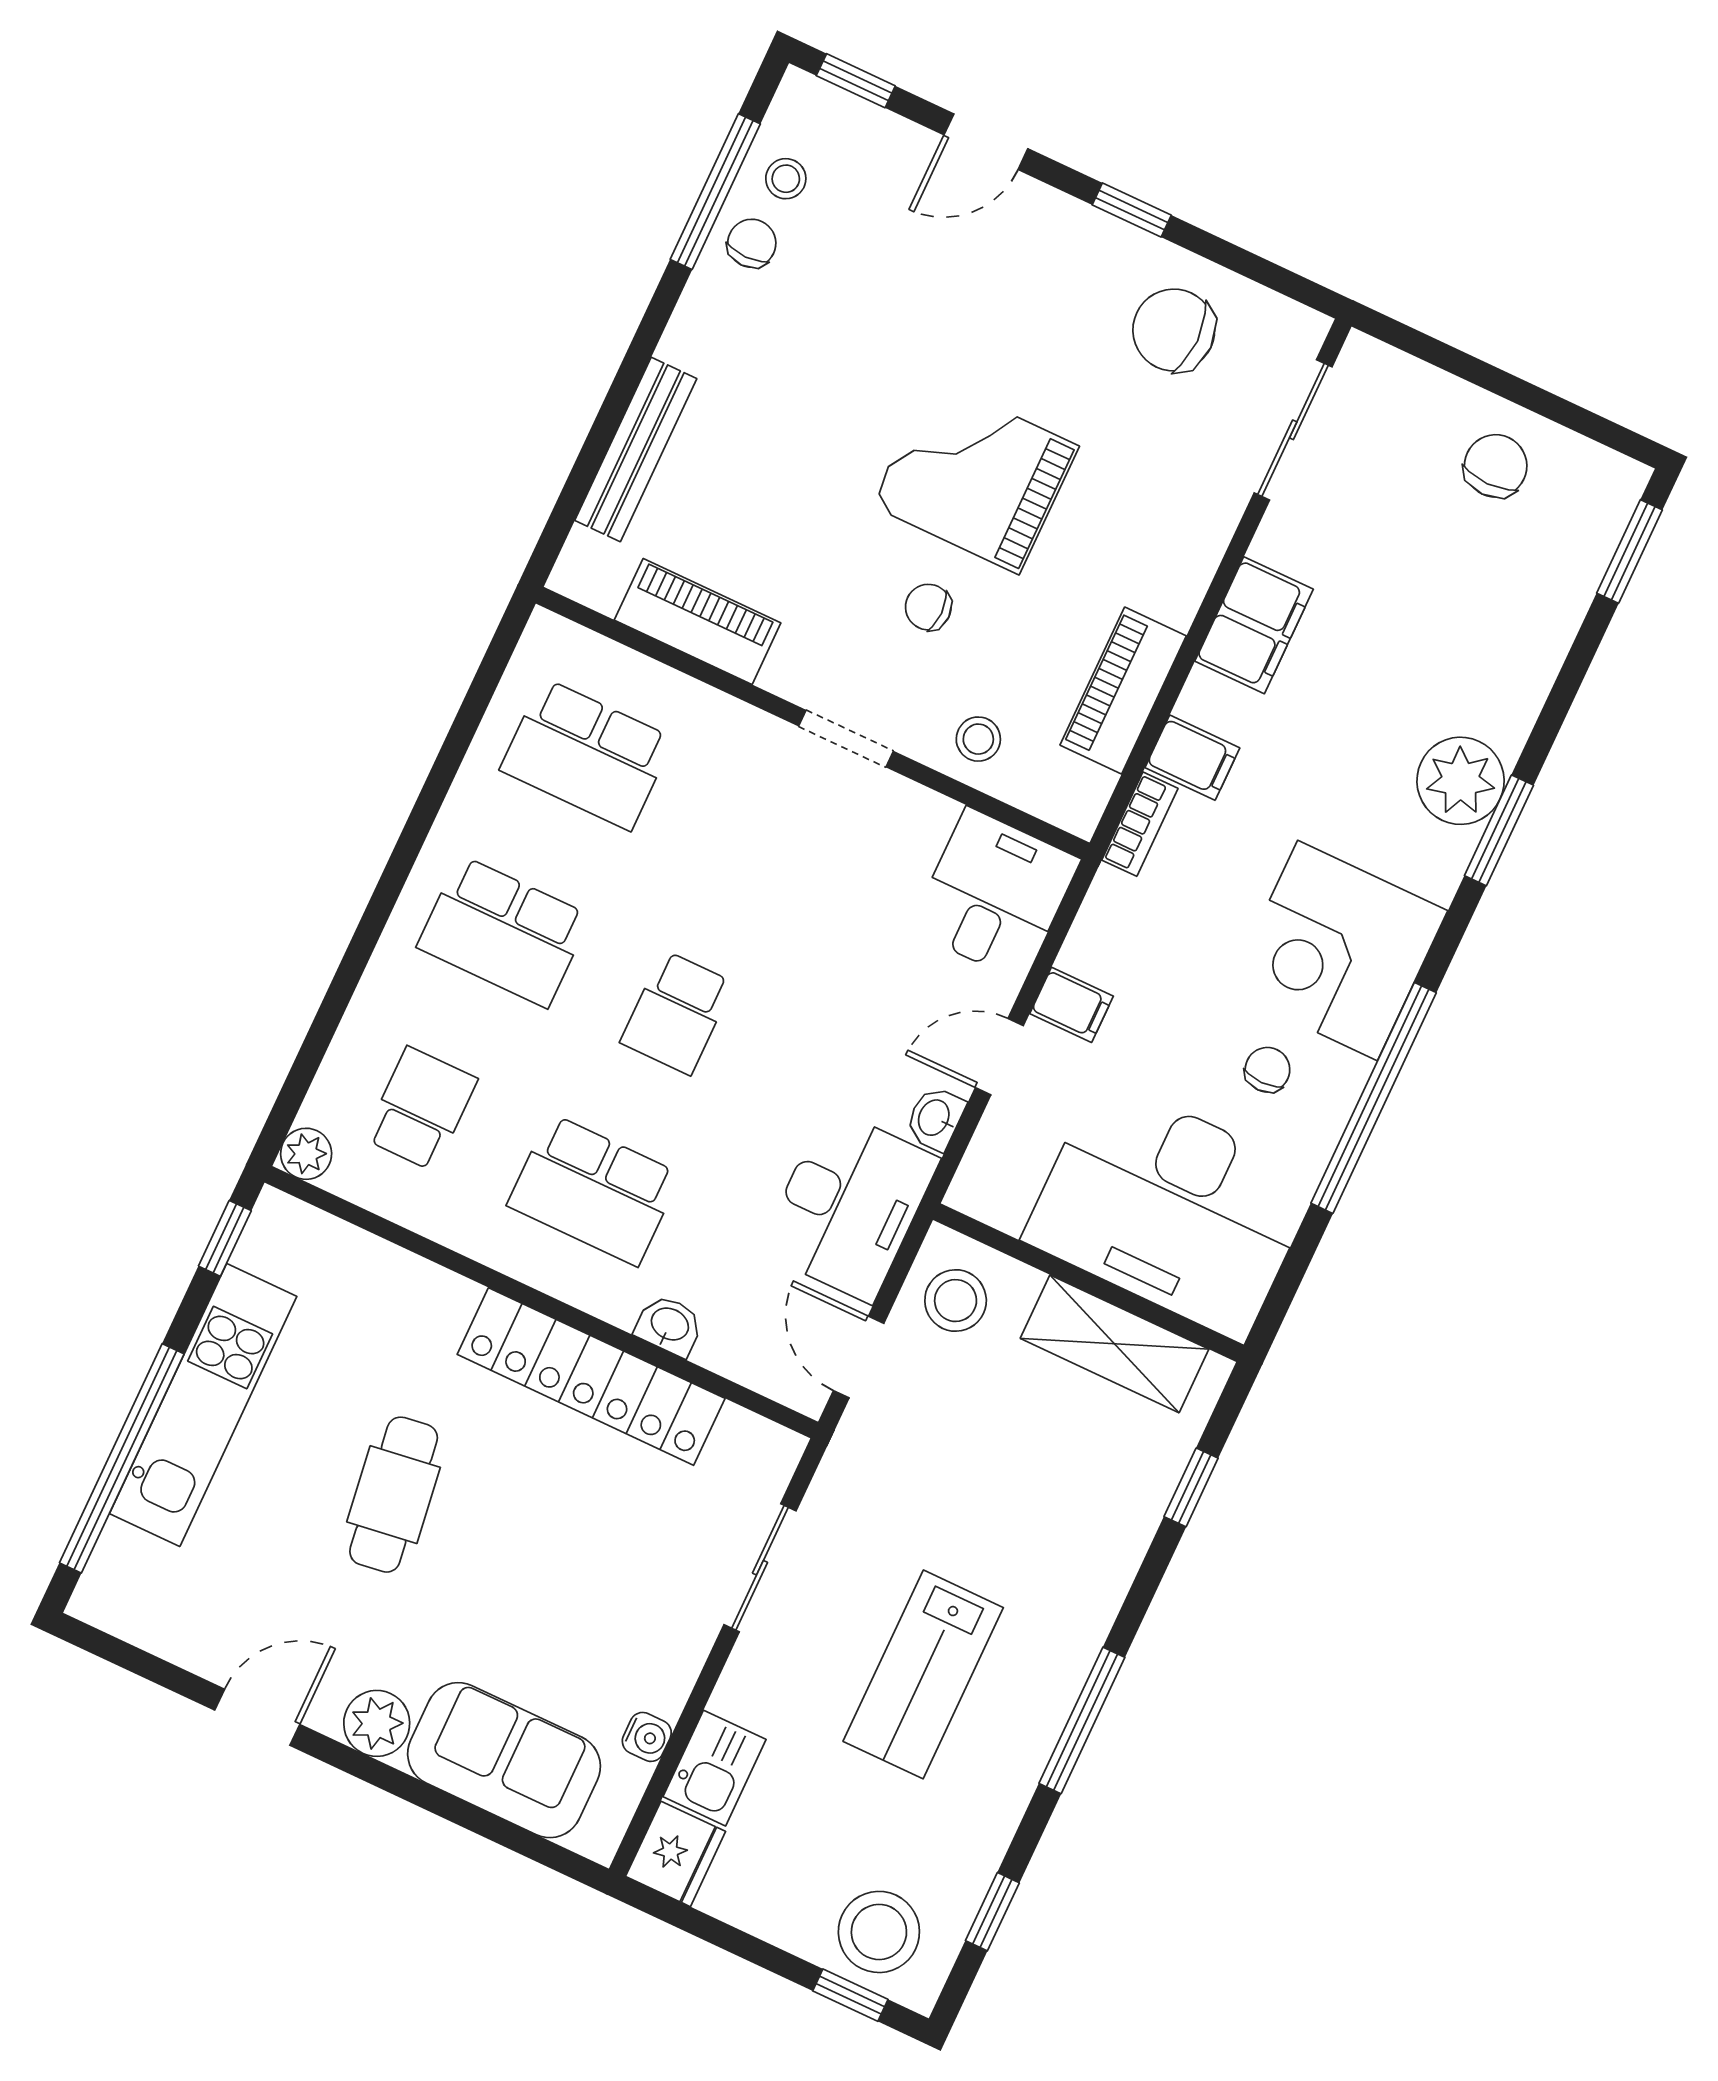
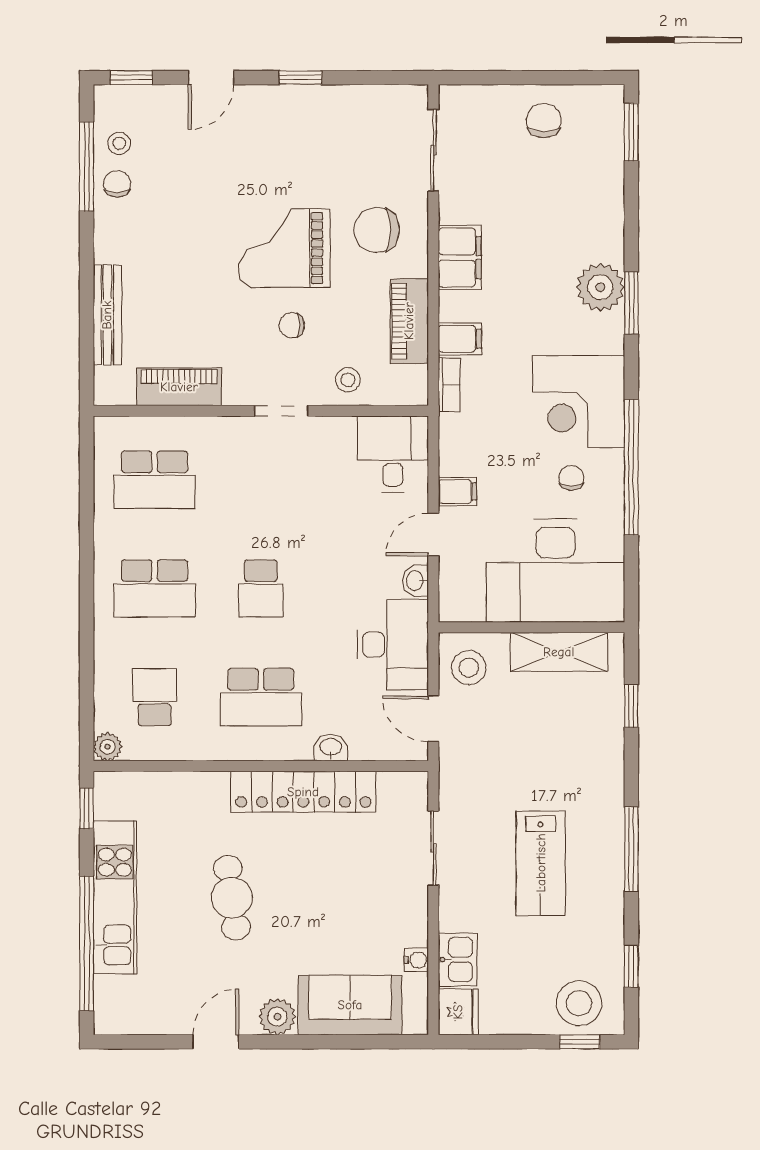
chair: (1174, 330) -> (377, 230), moved

